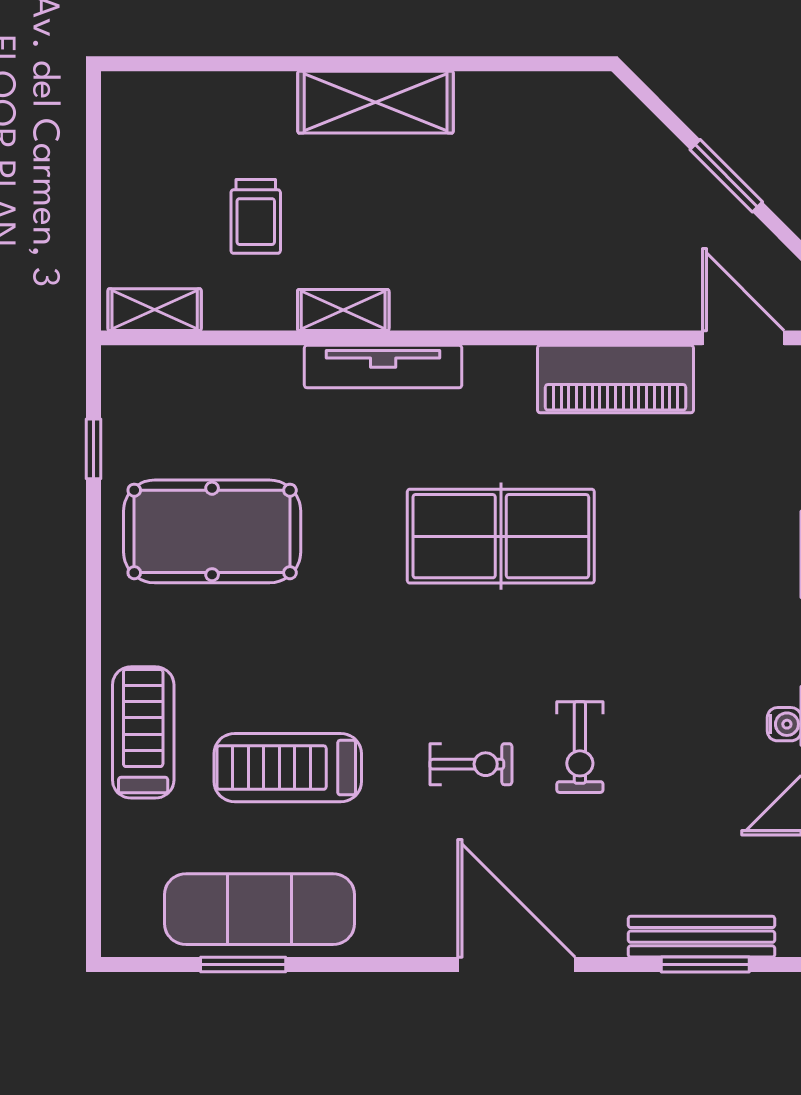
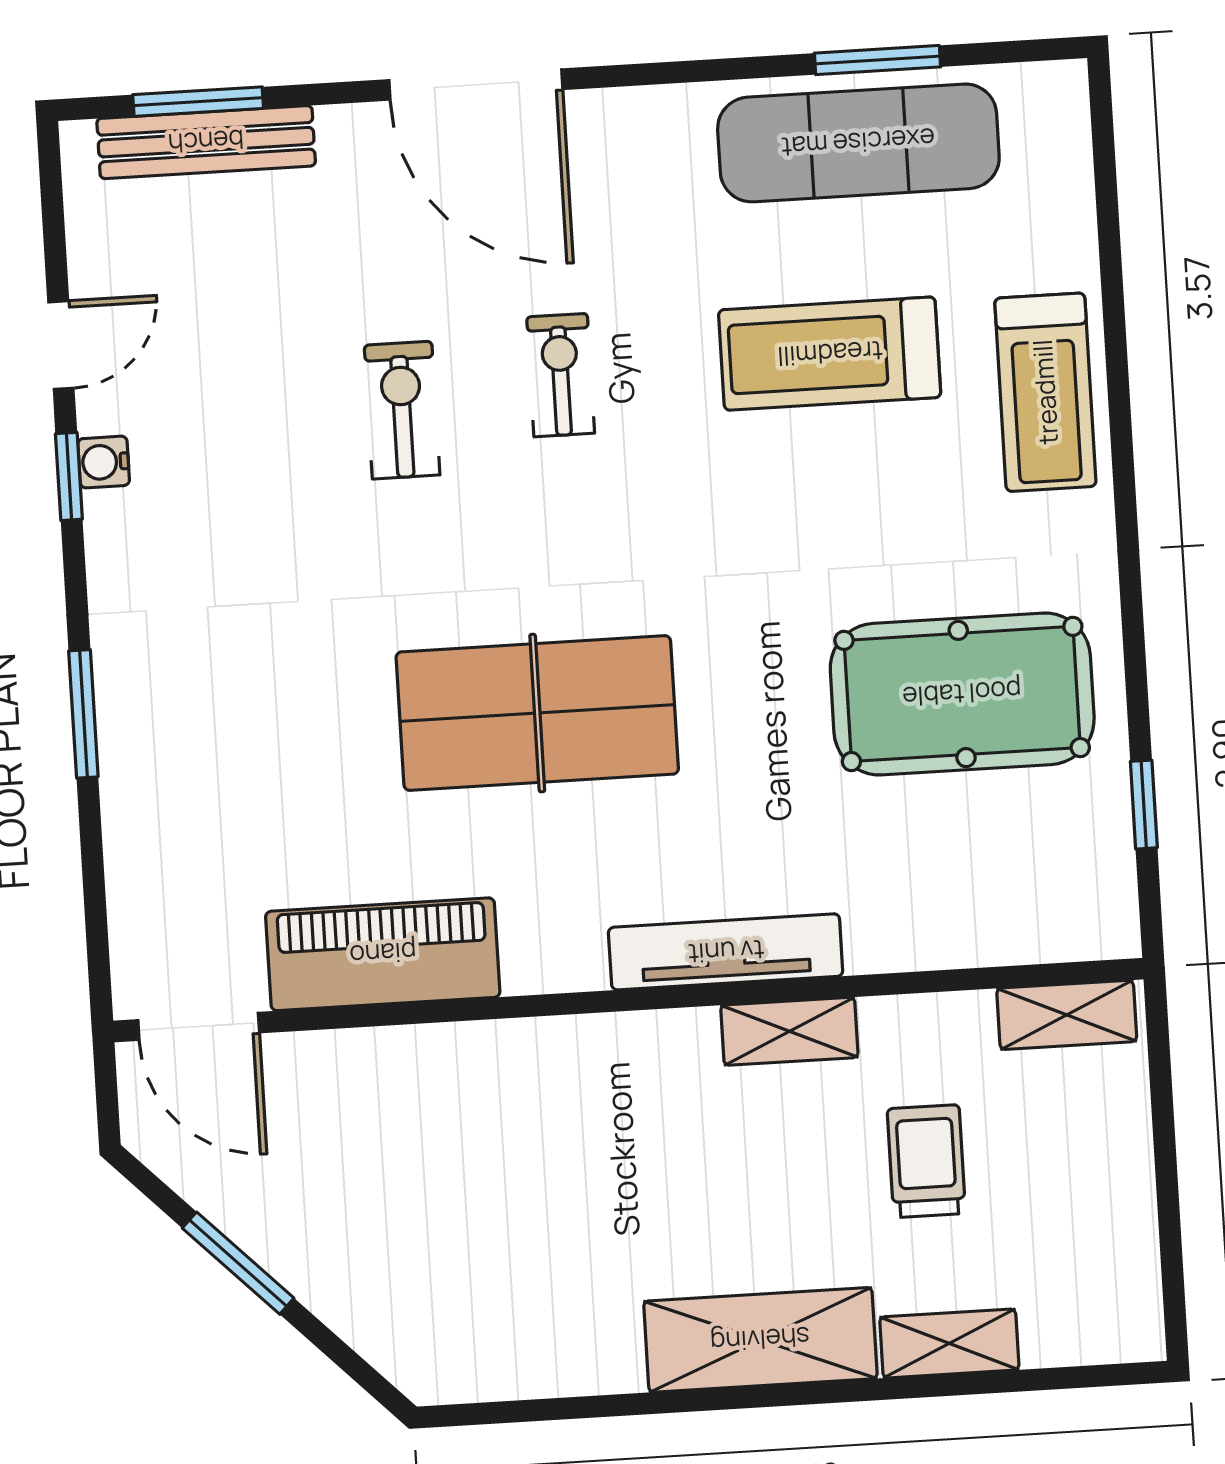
shelving: (248, 92) -> (949, 1343), added
exercise bike: (471, 764) -> (561, 375), turned 90
treadmill: (288, 768) -> (830, 354), turned 180

